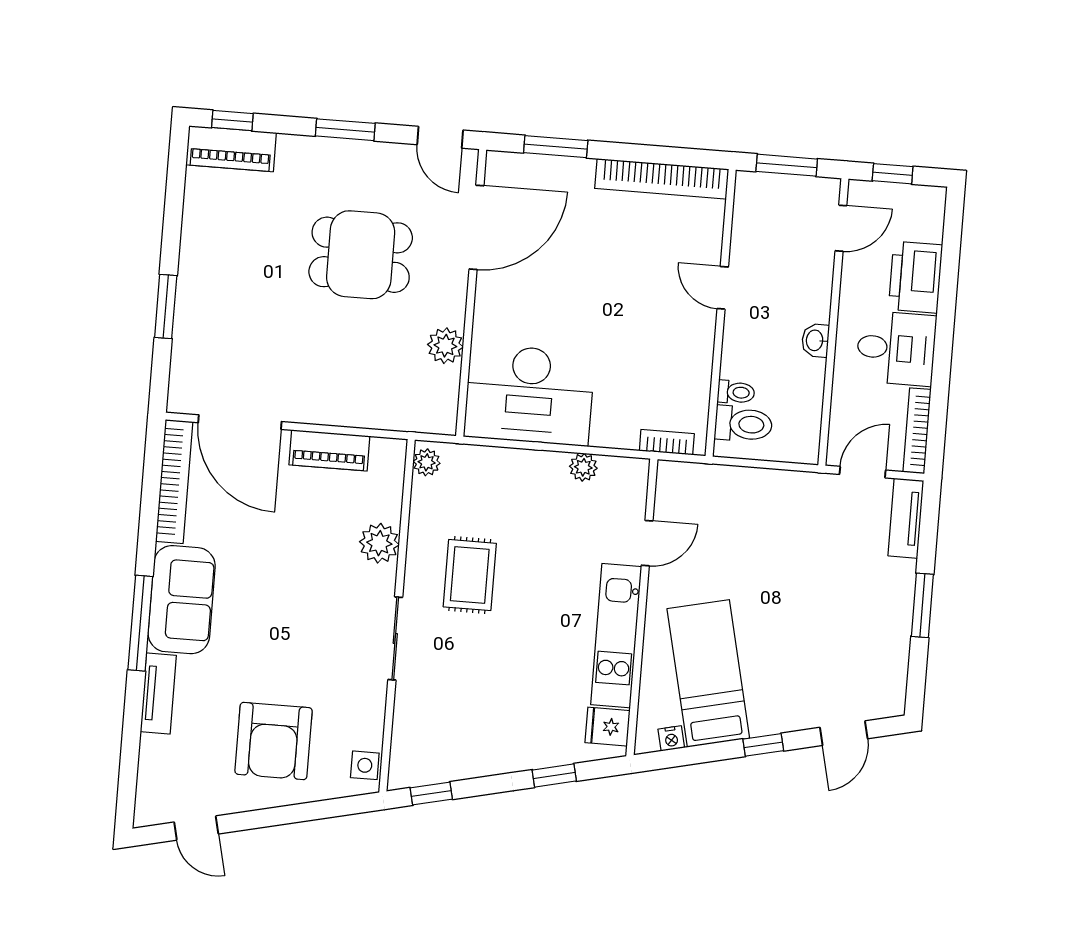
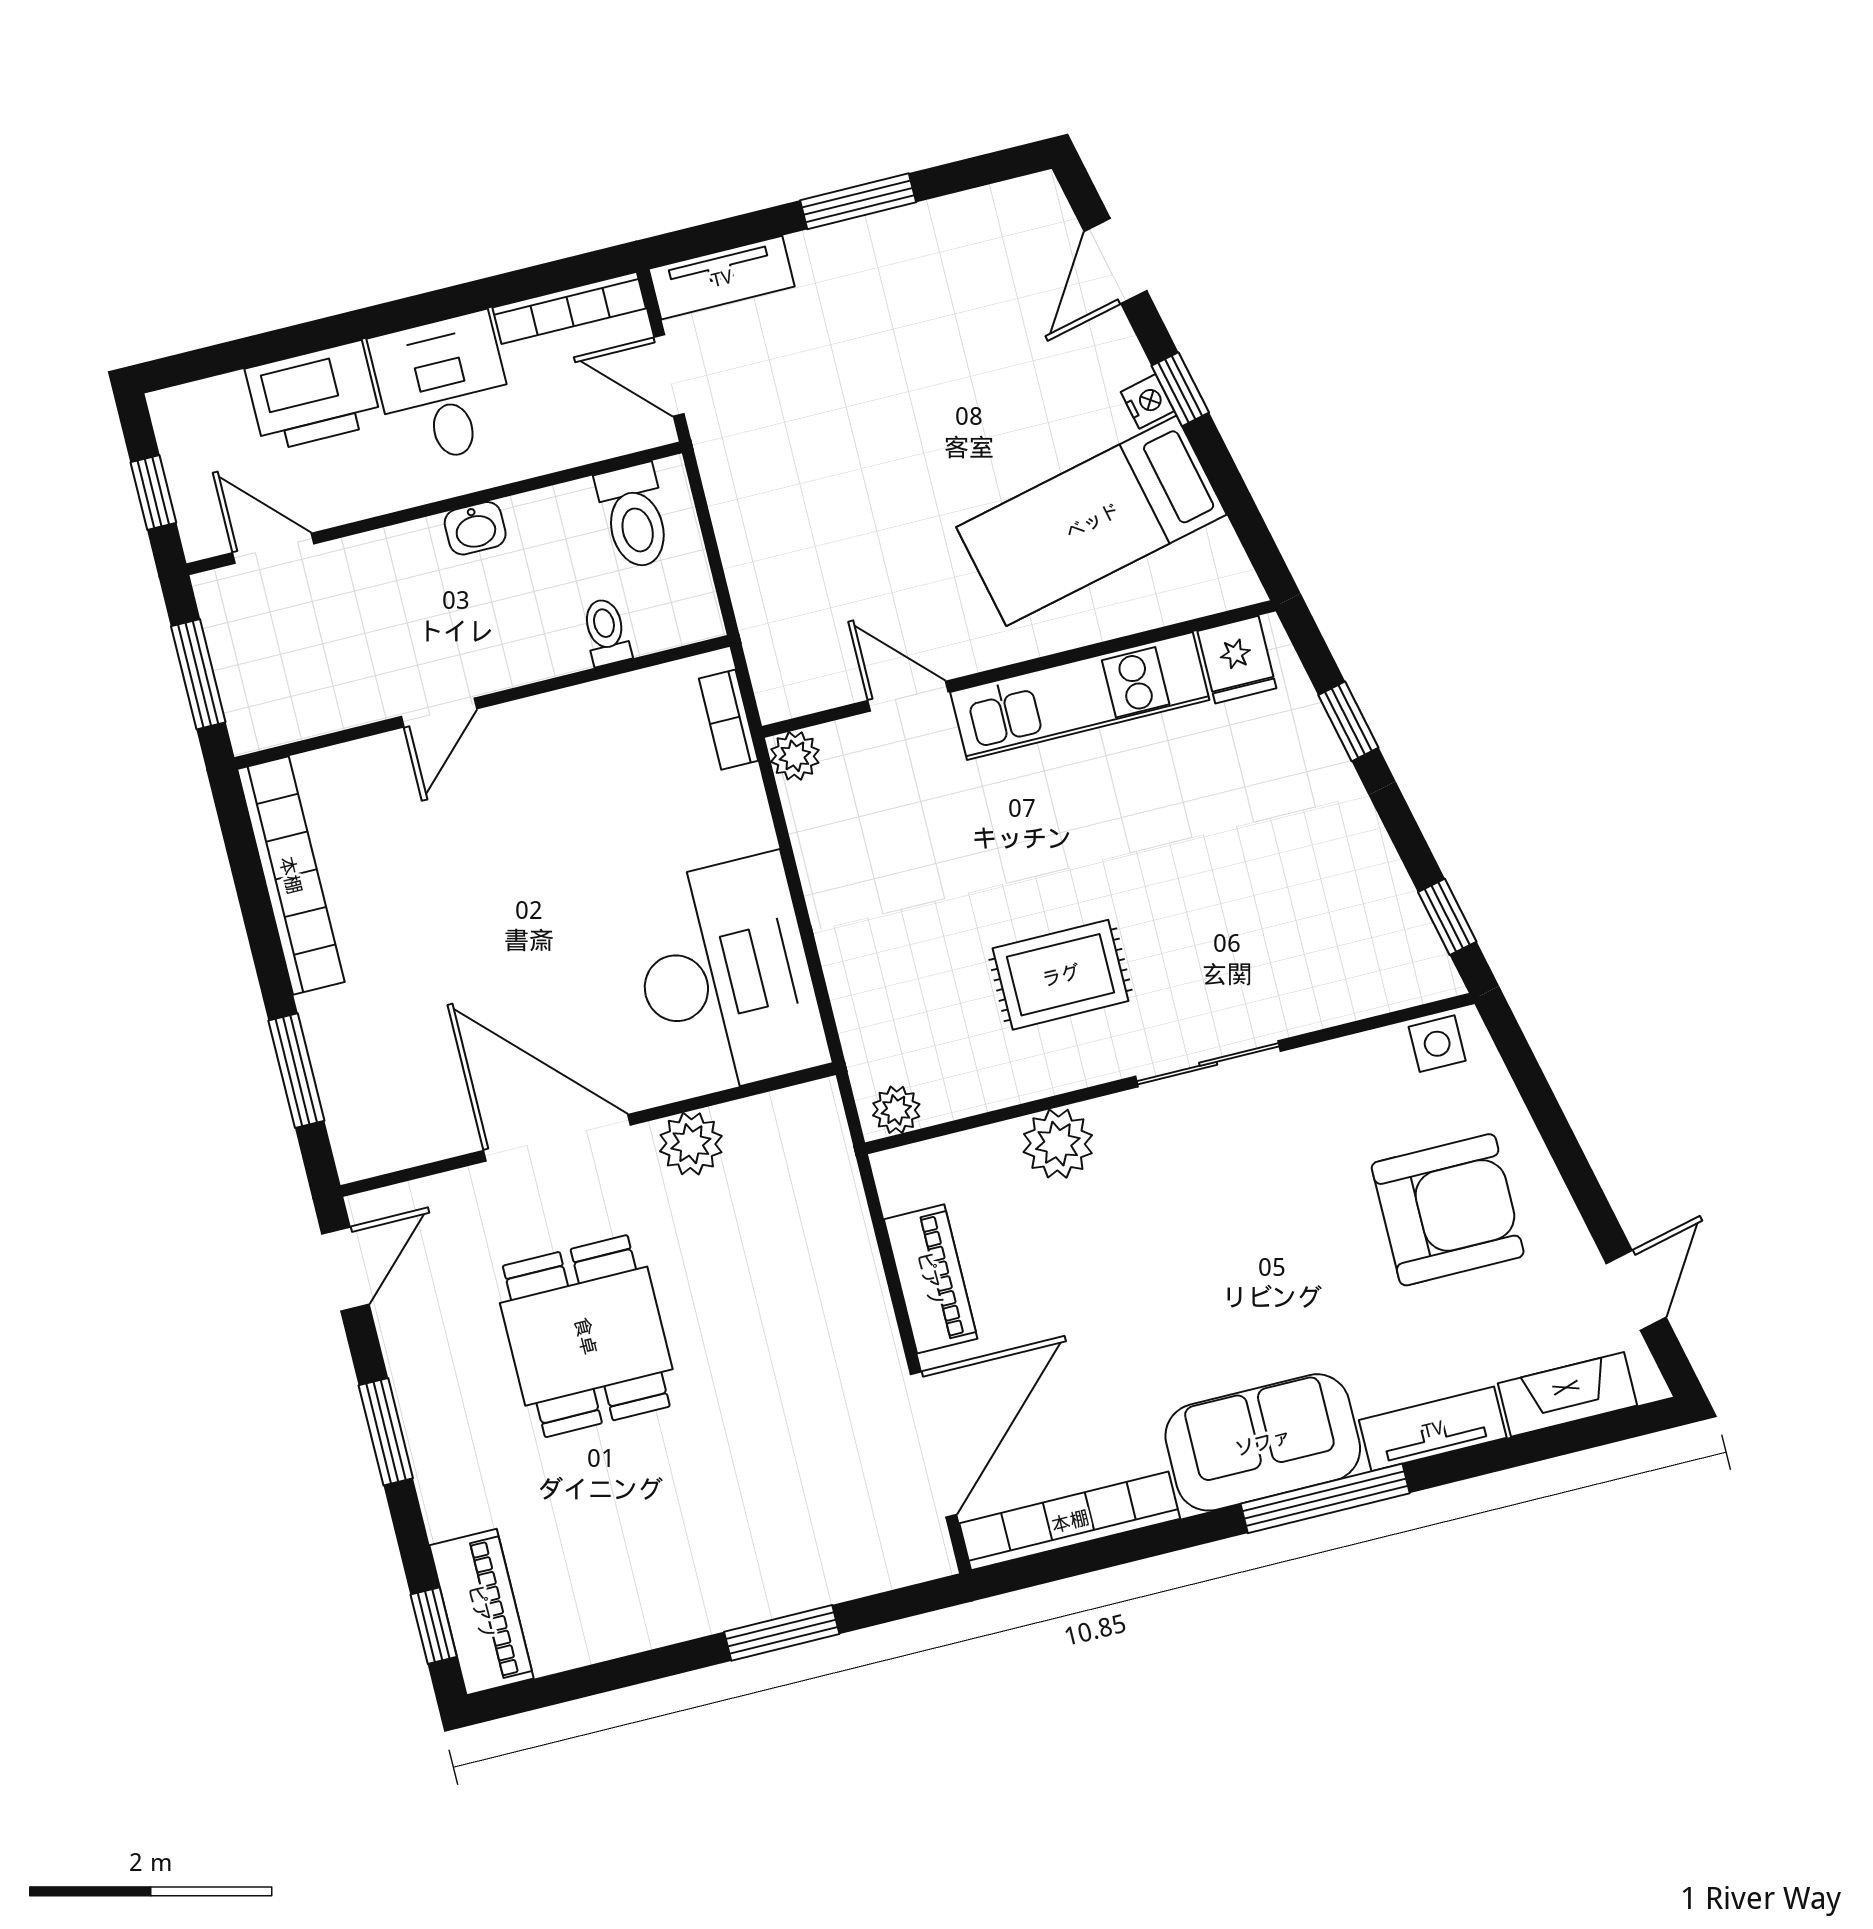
door: (476, 227) -> (557, 1138), moved
toilet: (743, 424) -> (634, 516), moved, turned 180
plant: (583, 467) -> (795, 756), moved
door: (844, 733) -> (1115, 261), swing flipped
nightstand: (671, 738) -> (1148, 401), moved
fireplace: (153, 772) -> (1568, 1394), added

